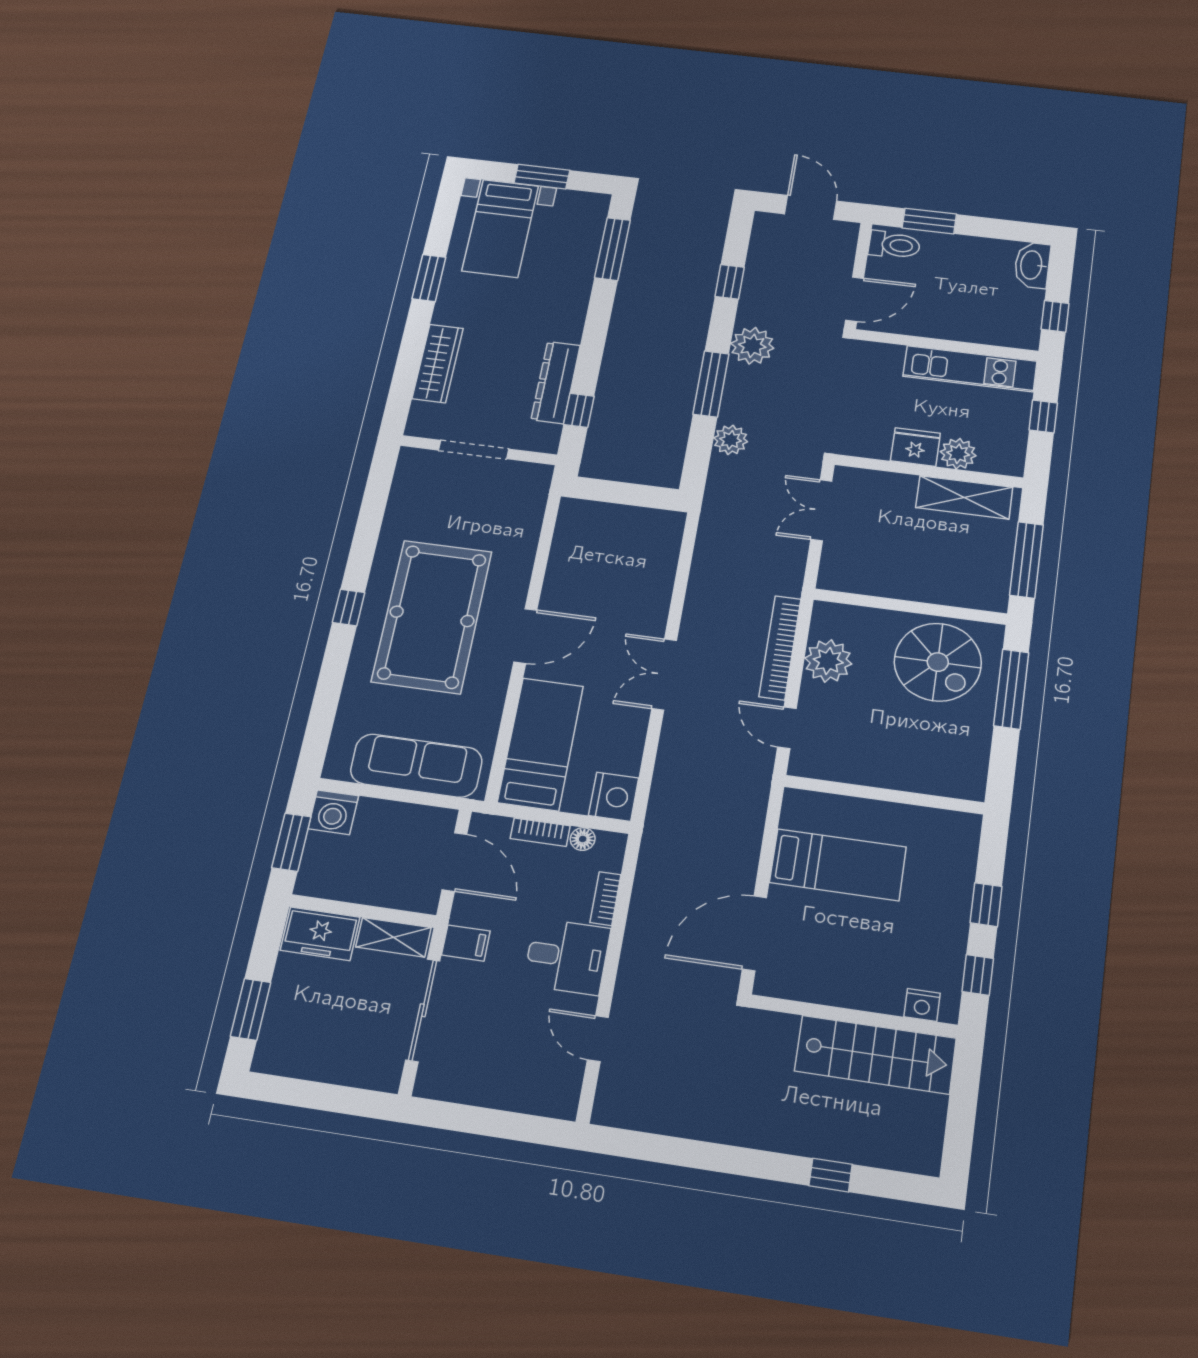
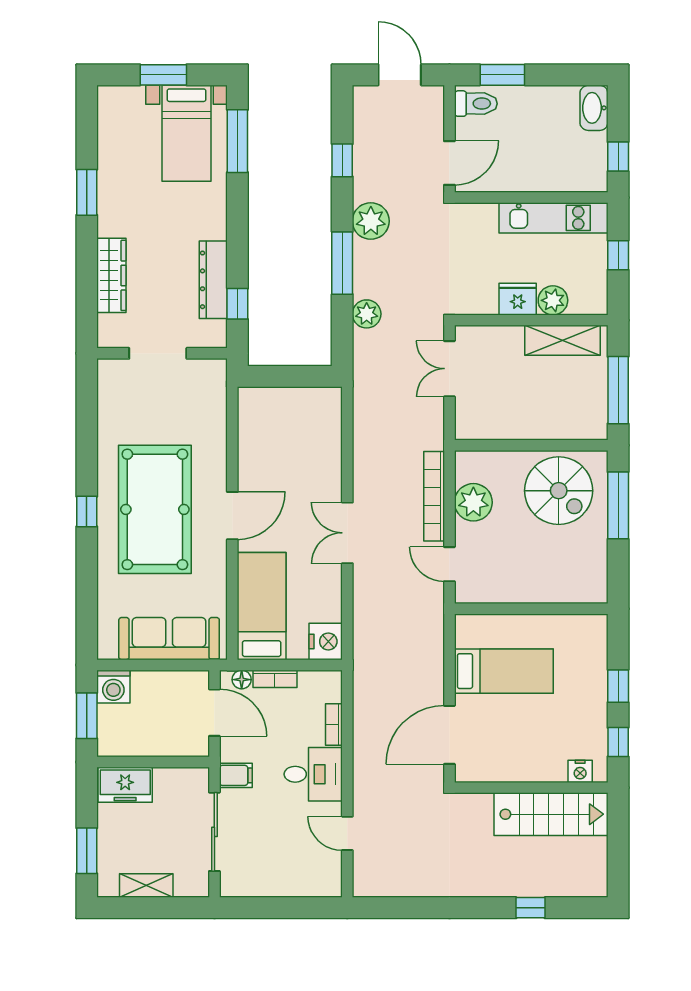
bed with nightstands: (500, 228) -> (187, 133), moved
floor lamp: (583, 839) -> (242, 680), moved
shelving: (393, 937) -> (146, 885), moved

